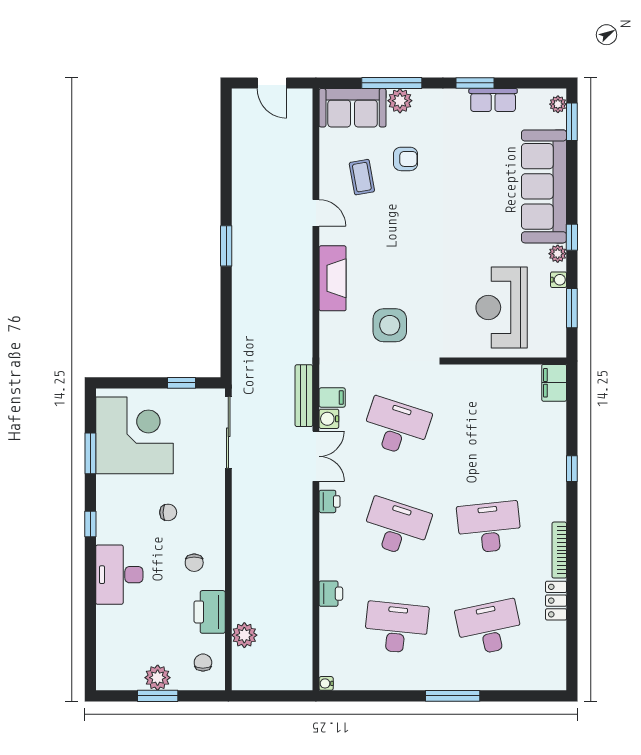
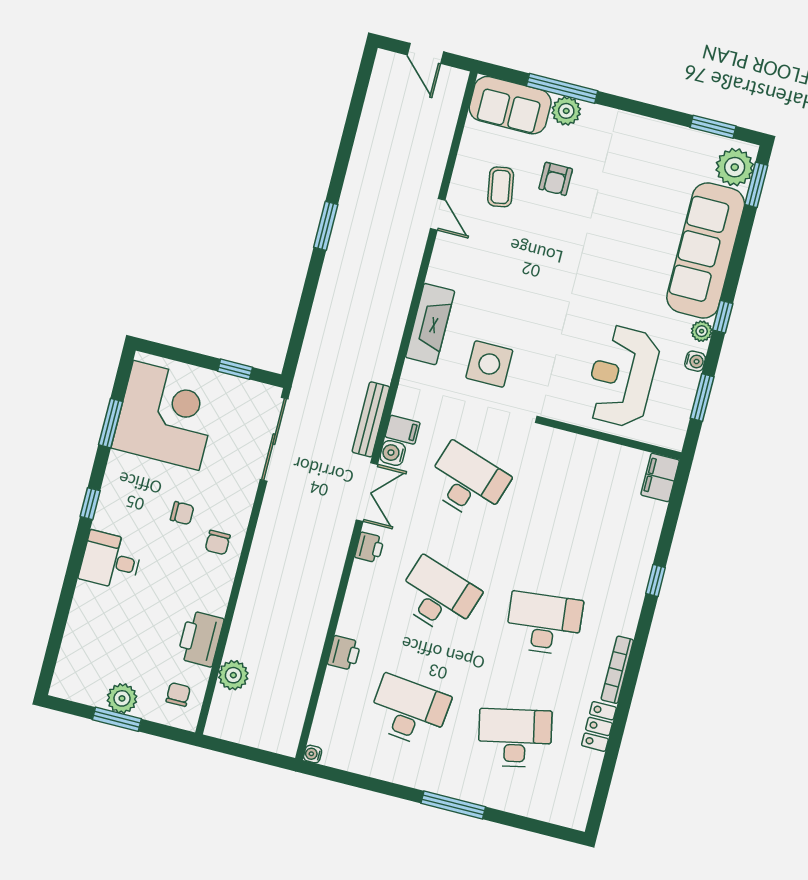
window: (475, 83) -> (713, 127), moved
row of seats: (493, 100) -> (673, 137), removed
plant: (558, 104) -> (735, 167), width x1.87, depth x1.87
armchair: (406, 159) -> (556, 179), turned 90
fireplace: (333, 278) -> (430, 324), moved
chair: (194, 563) -> (218, 542), moved
desk: (119, 575) -> (111, 561), width x0.73

